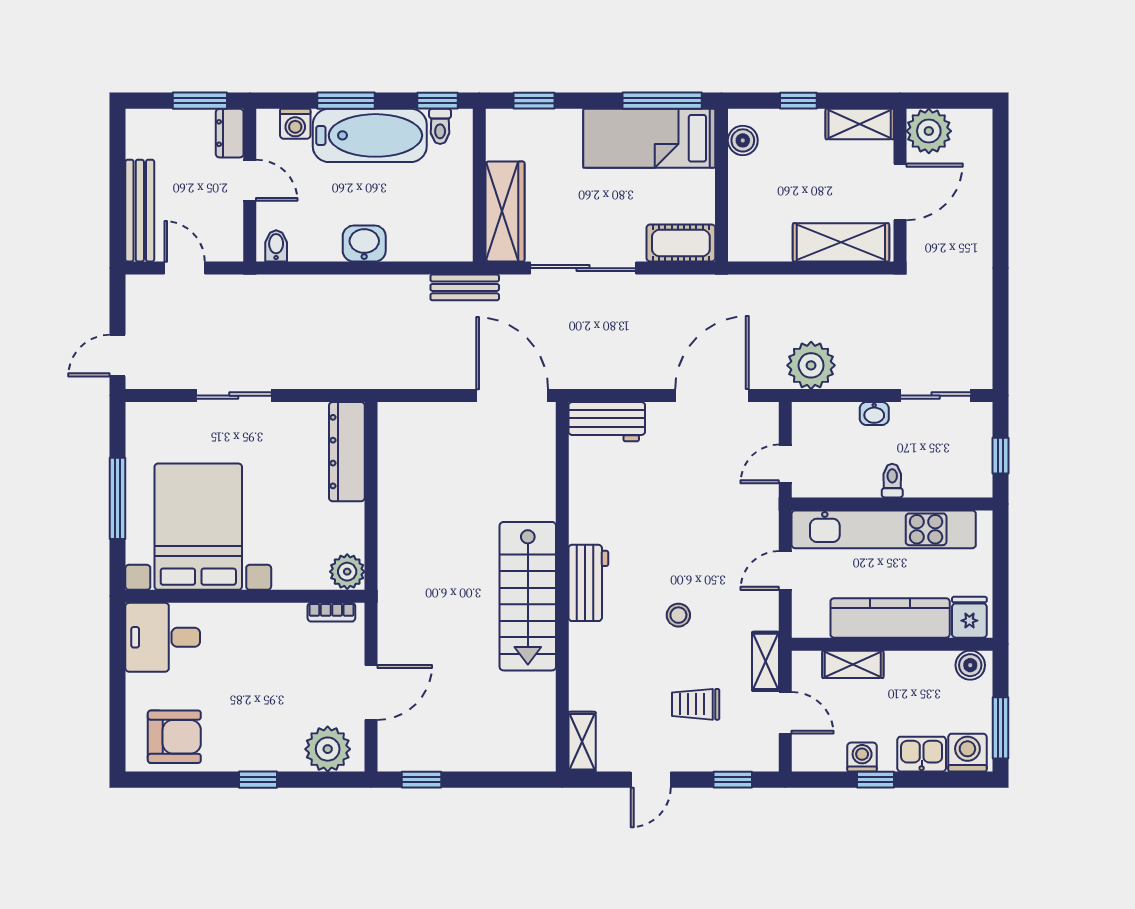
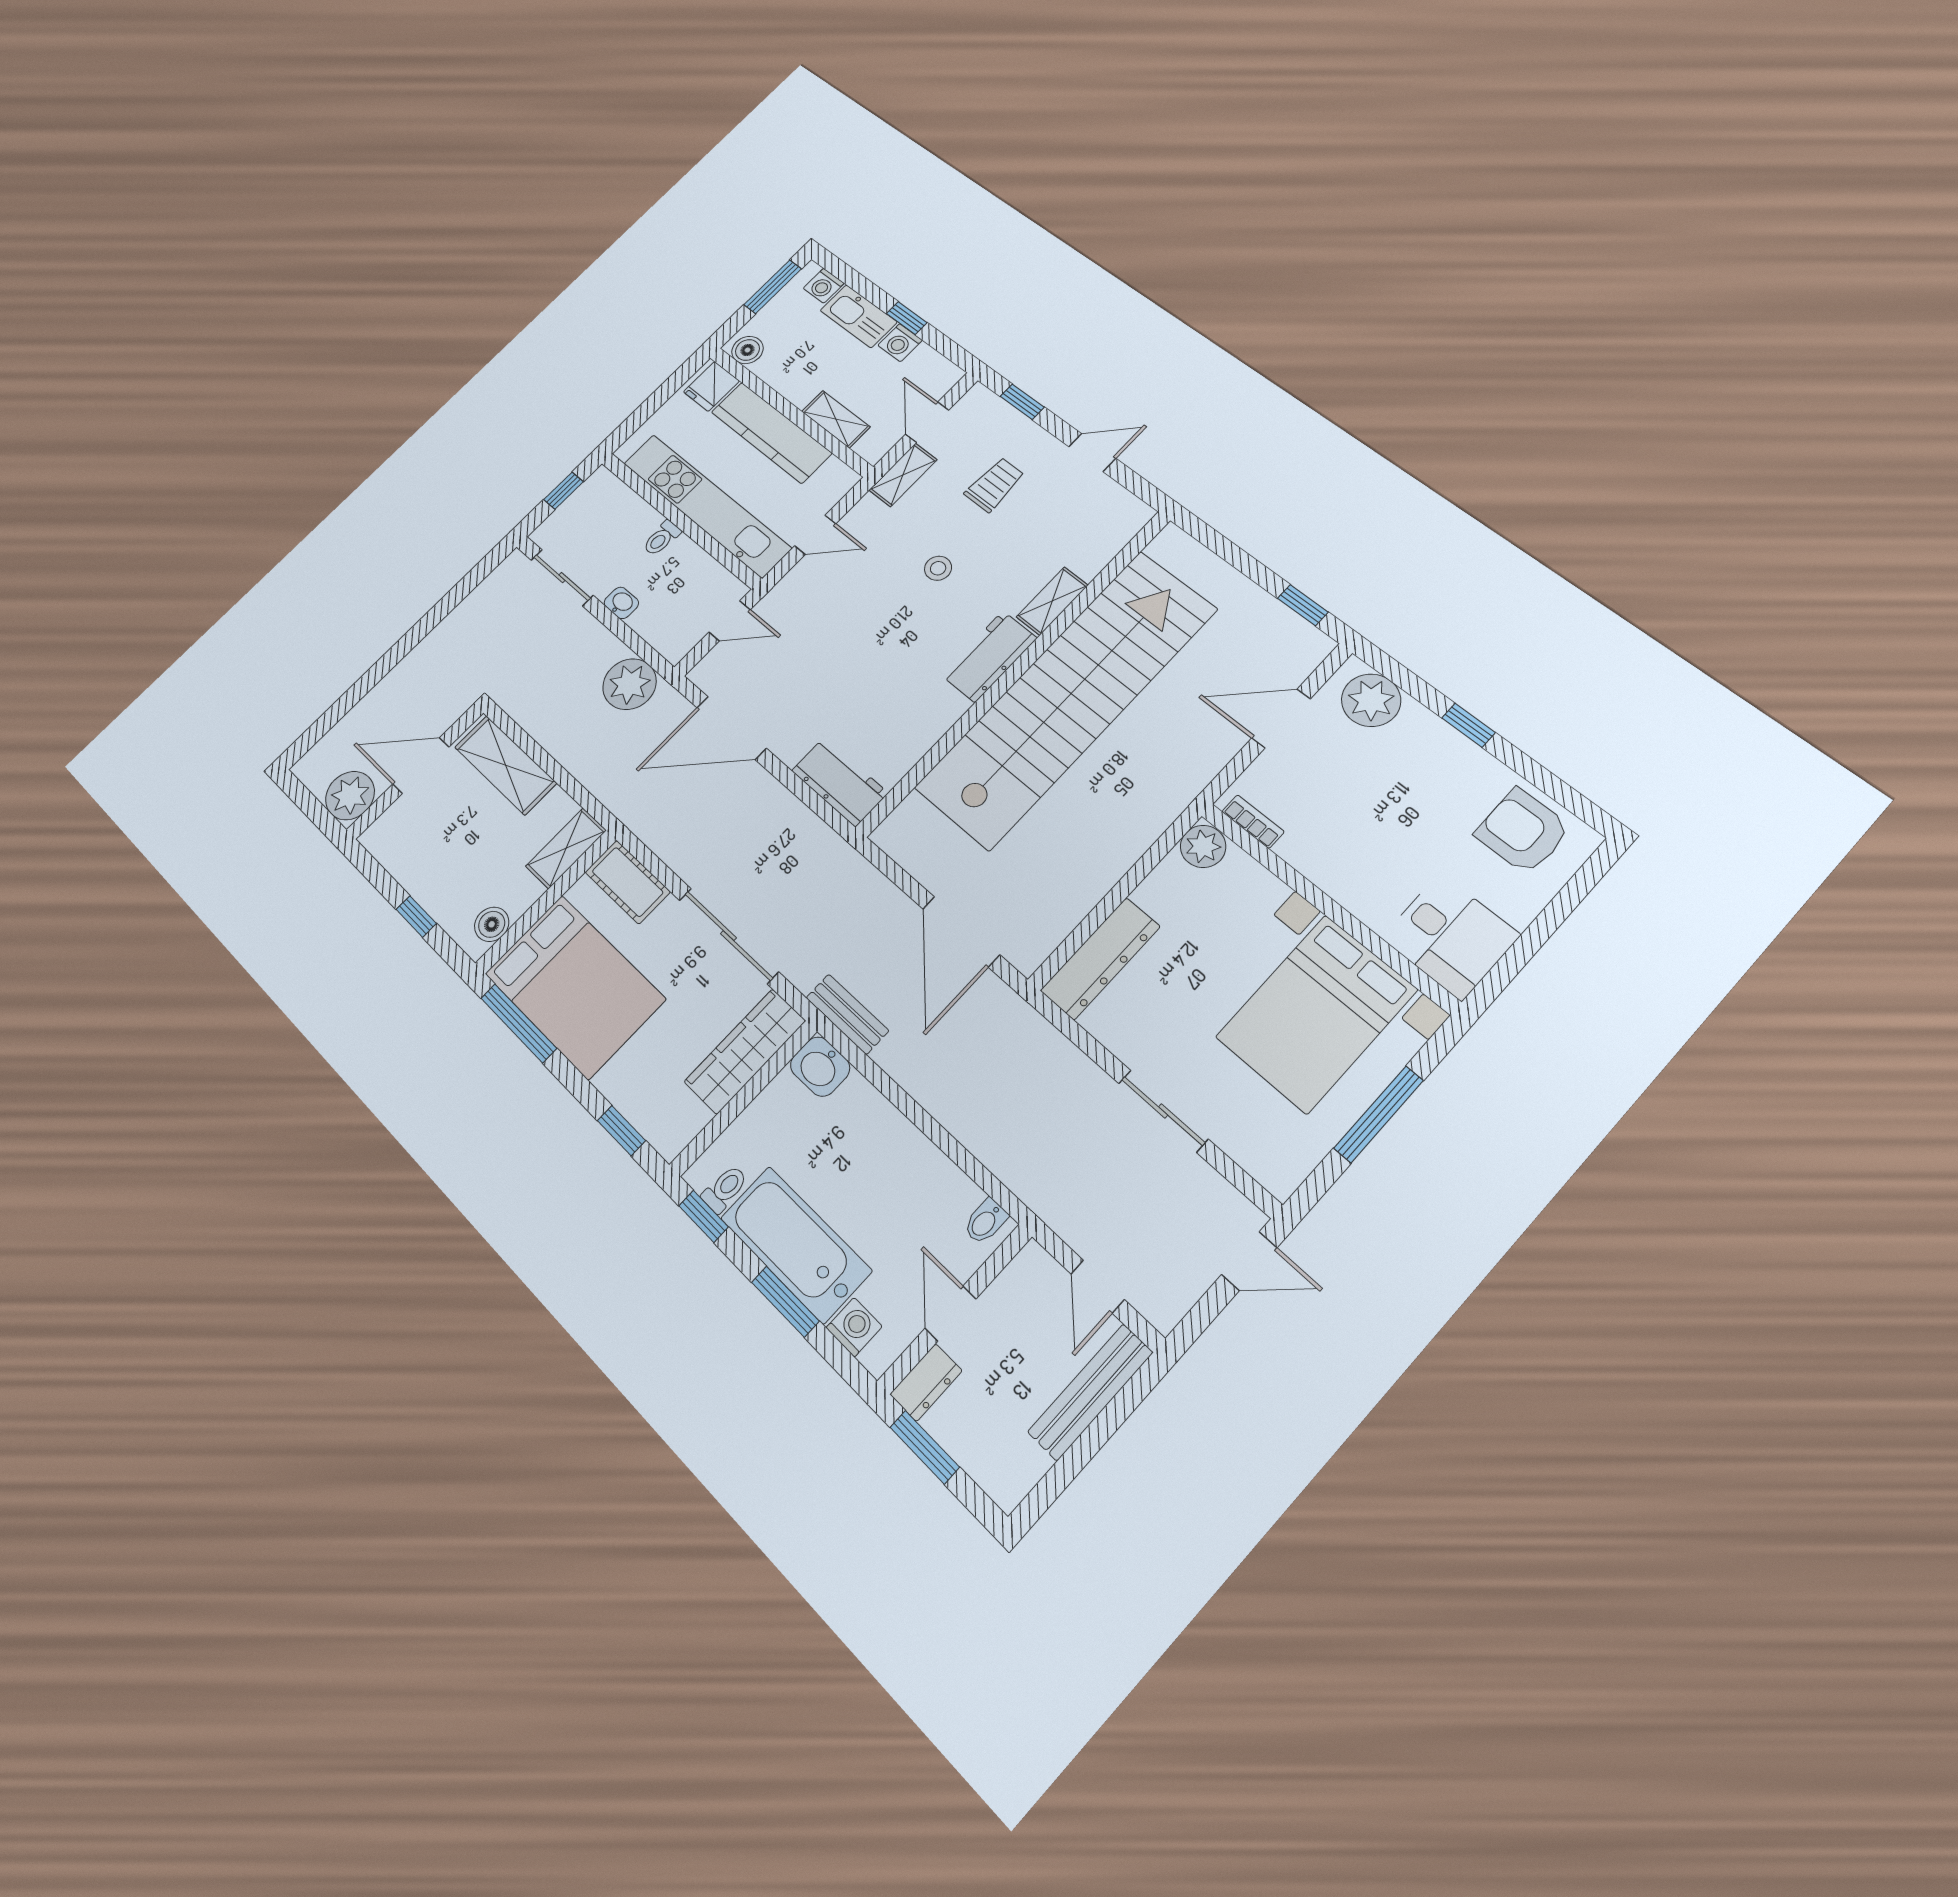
shelving: (860, 124) -> (566, 848), moved, turned 90
bed: (649, 138) -> (575, 986), width x1.50
washbasin: (364, 244) -> (820, 1067), moved
door: (512, 396) -> (961, 932), moved
stairs: (528, 596) -> (1066, 698), width x1.86, depth x1.51
trolley: (696, 704) -> (994, 485), turned -90
shelving: (582, 742) -> (1052, 601), moved
washing machine: (967, 753) -> (824, 286), width x0.73, depth x0.73
kitchen sink: (922, 754) -> (859, 316), width x1.38

